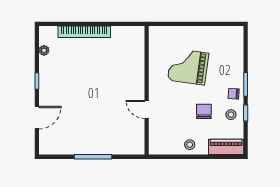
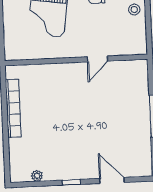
bookcase: (84, 32) -> (13, 108), moved

